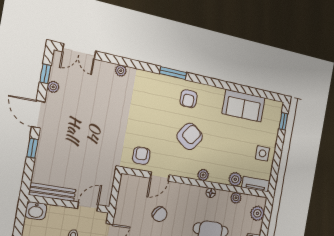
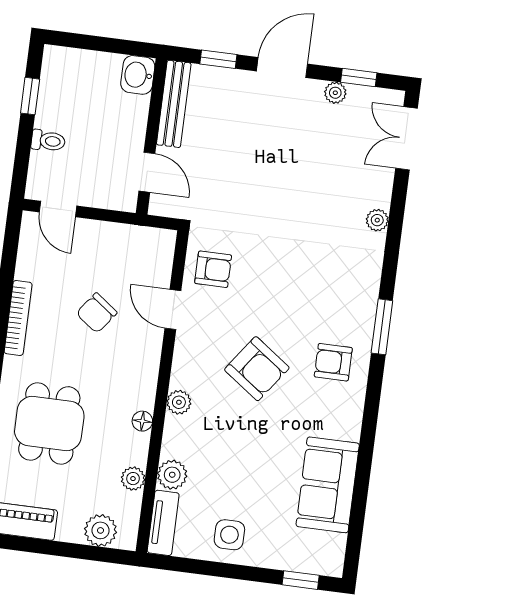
bench: (52, 192) -> (174, 104), moved
wall: (69, 204) -> (152, 137), moved
door: (88, 207) -> (147, 172), moved
washbasin: (36, 211) -> (138, 75), moved

